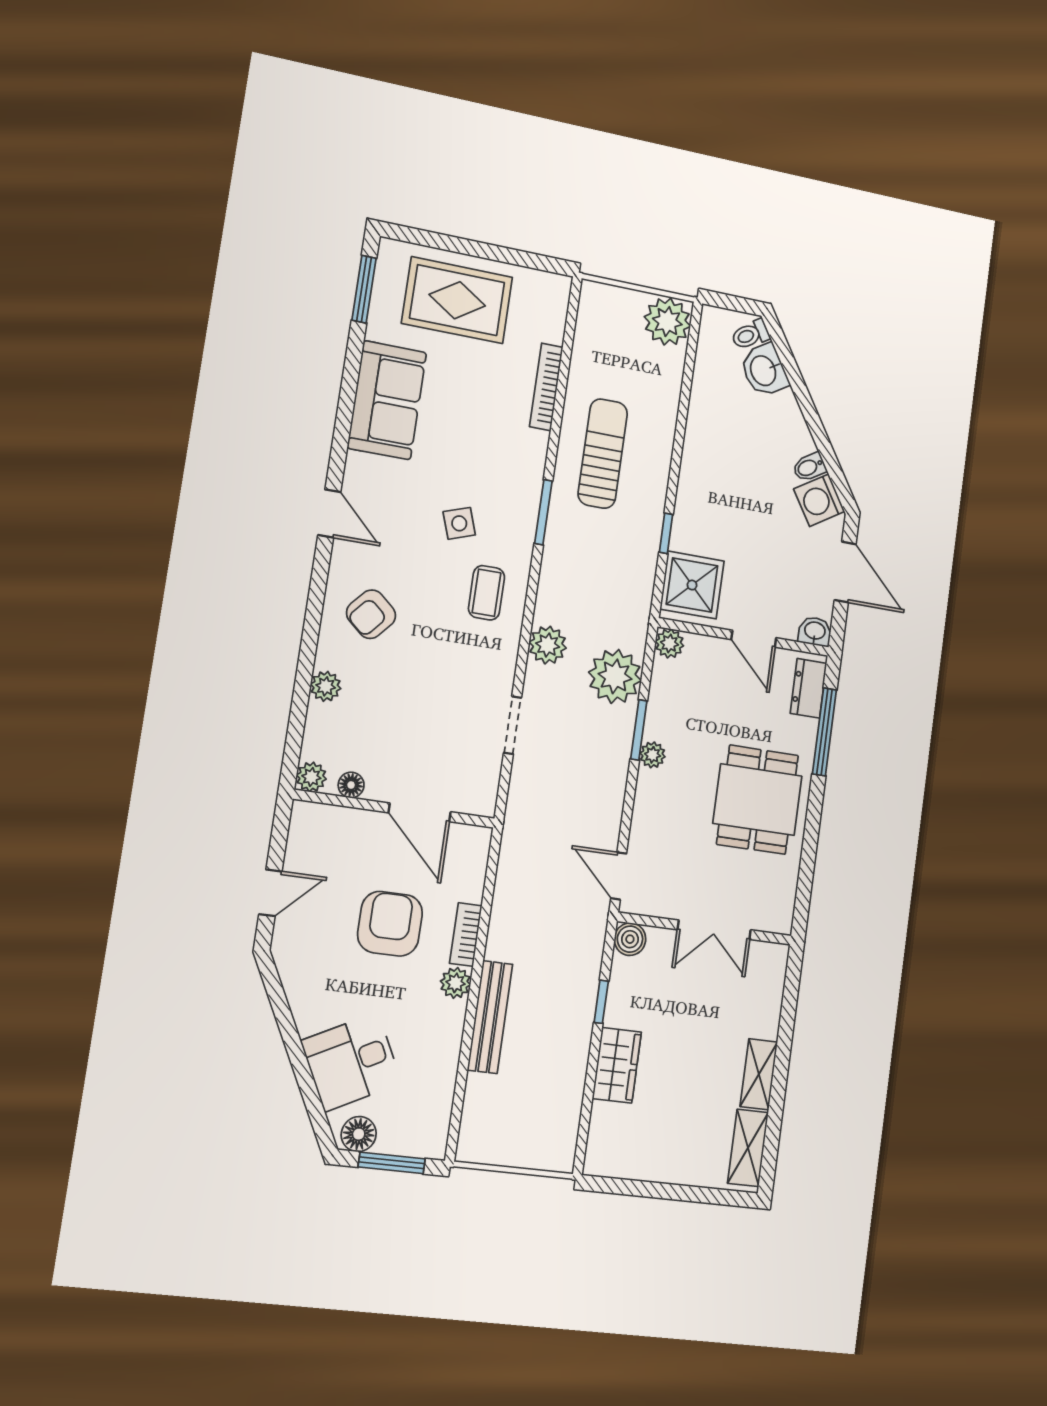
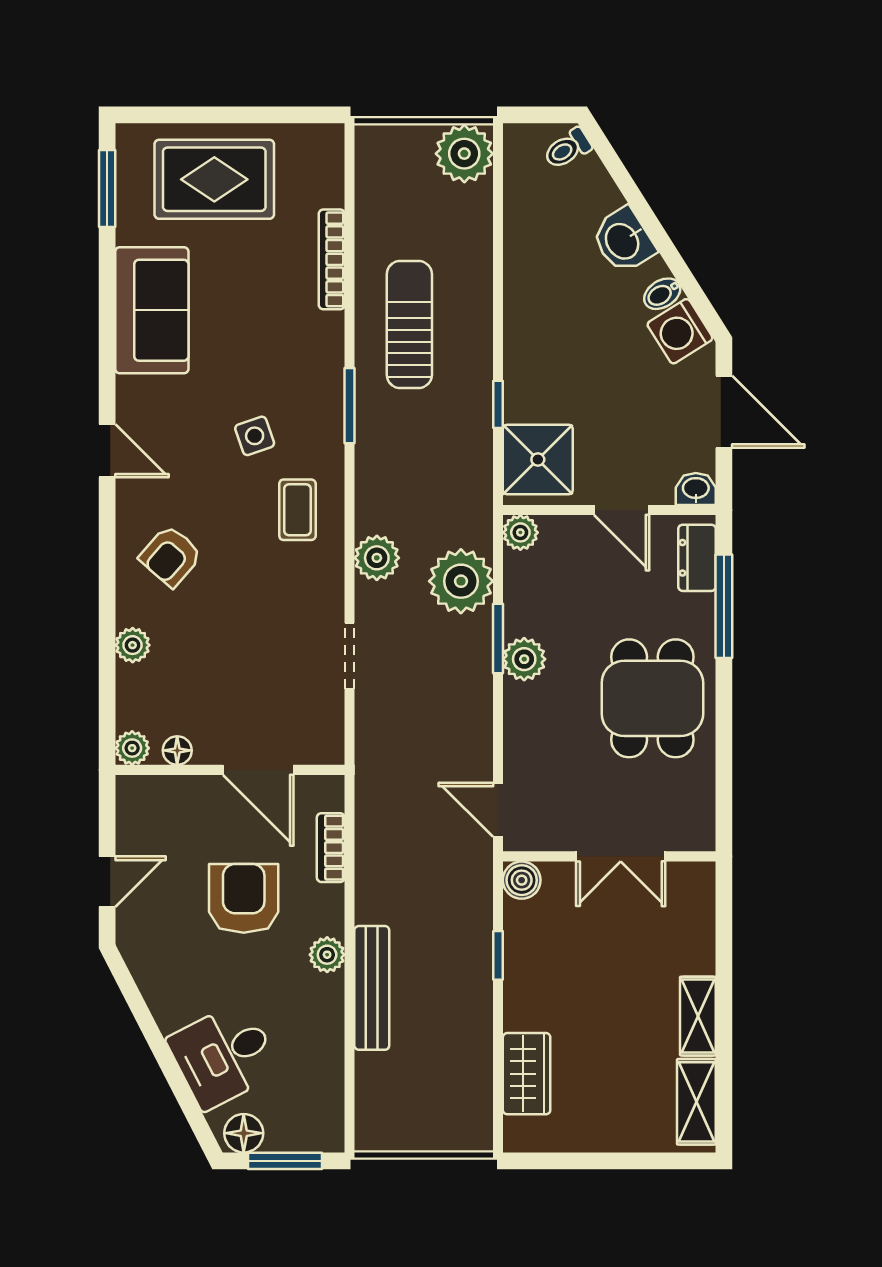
washbasin: (764, 370) -> (623, 241), moved
plant: (653, 755) -> (524, 659), width x1.38, depth x1.38
bookcase: (466, 935) -> (331, 848), moved
wardrobe: (617, 1065) -> (527, 1074), moved

